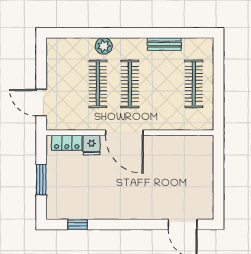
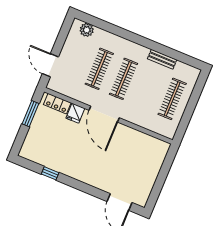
plant: (104, 46) -> (87, 30), moved
window: (41, 180) -> (30, 114), moved
window: (77, 224) -> (50, 173), moved

